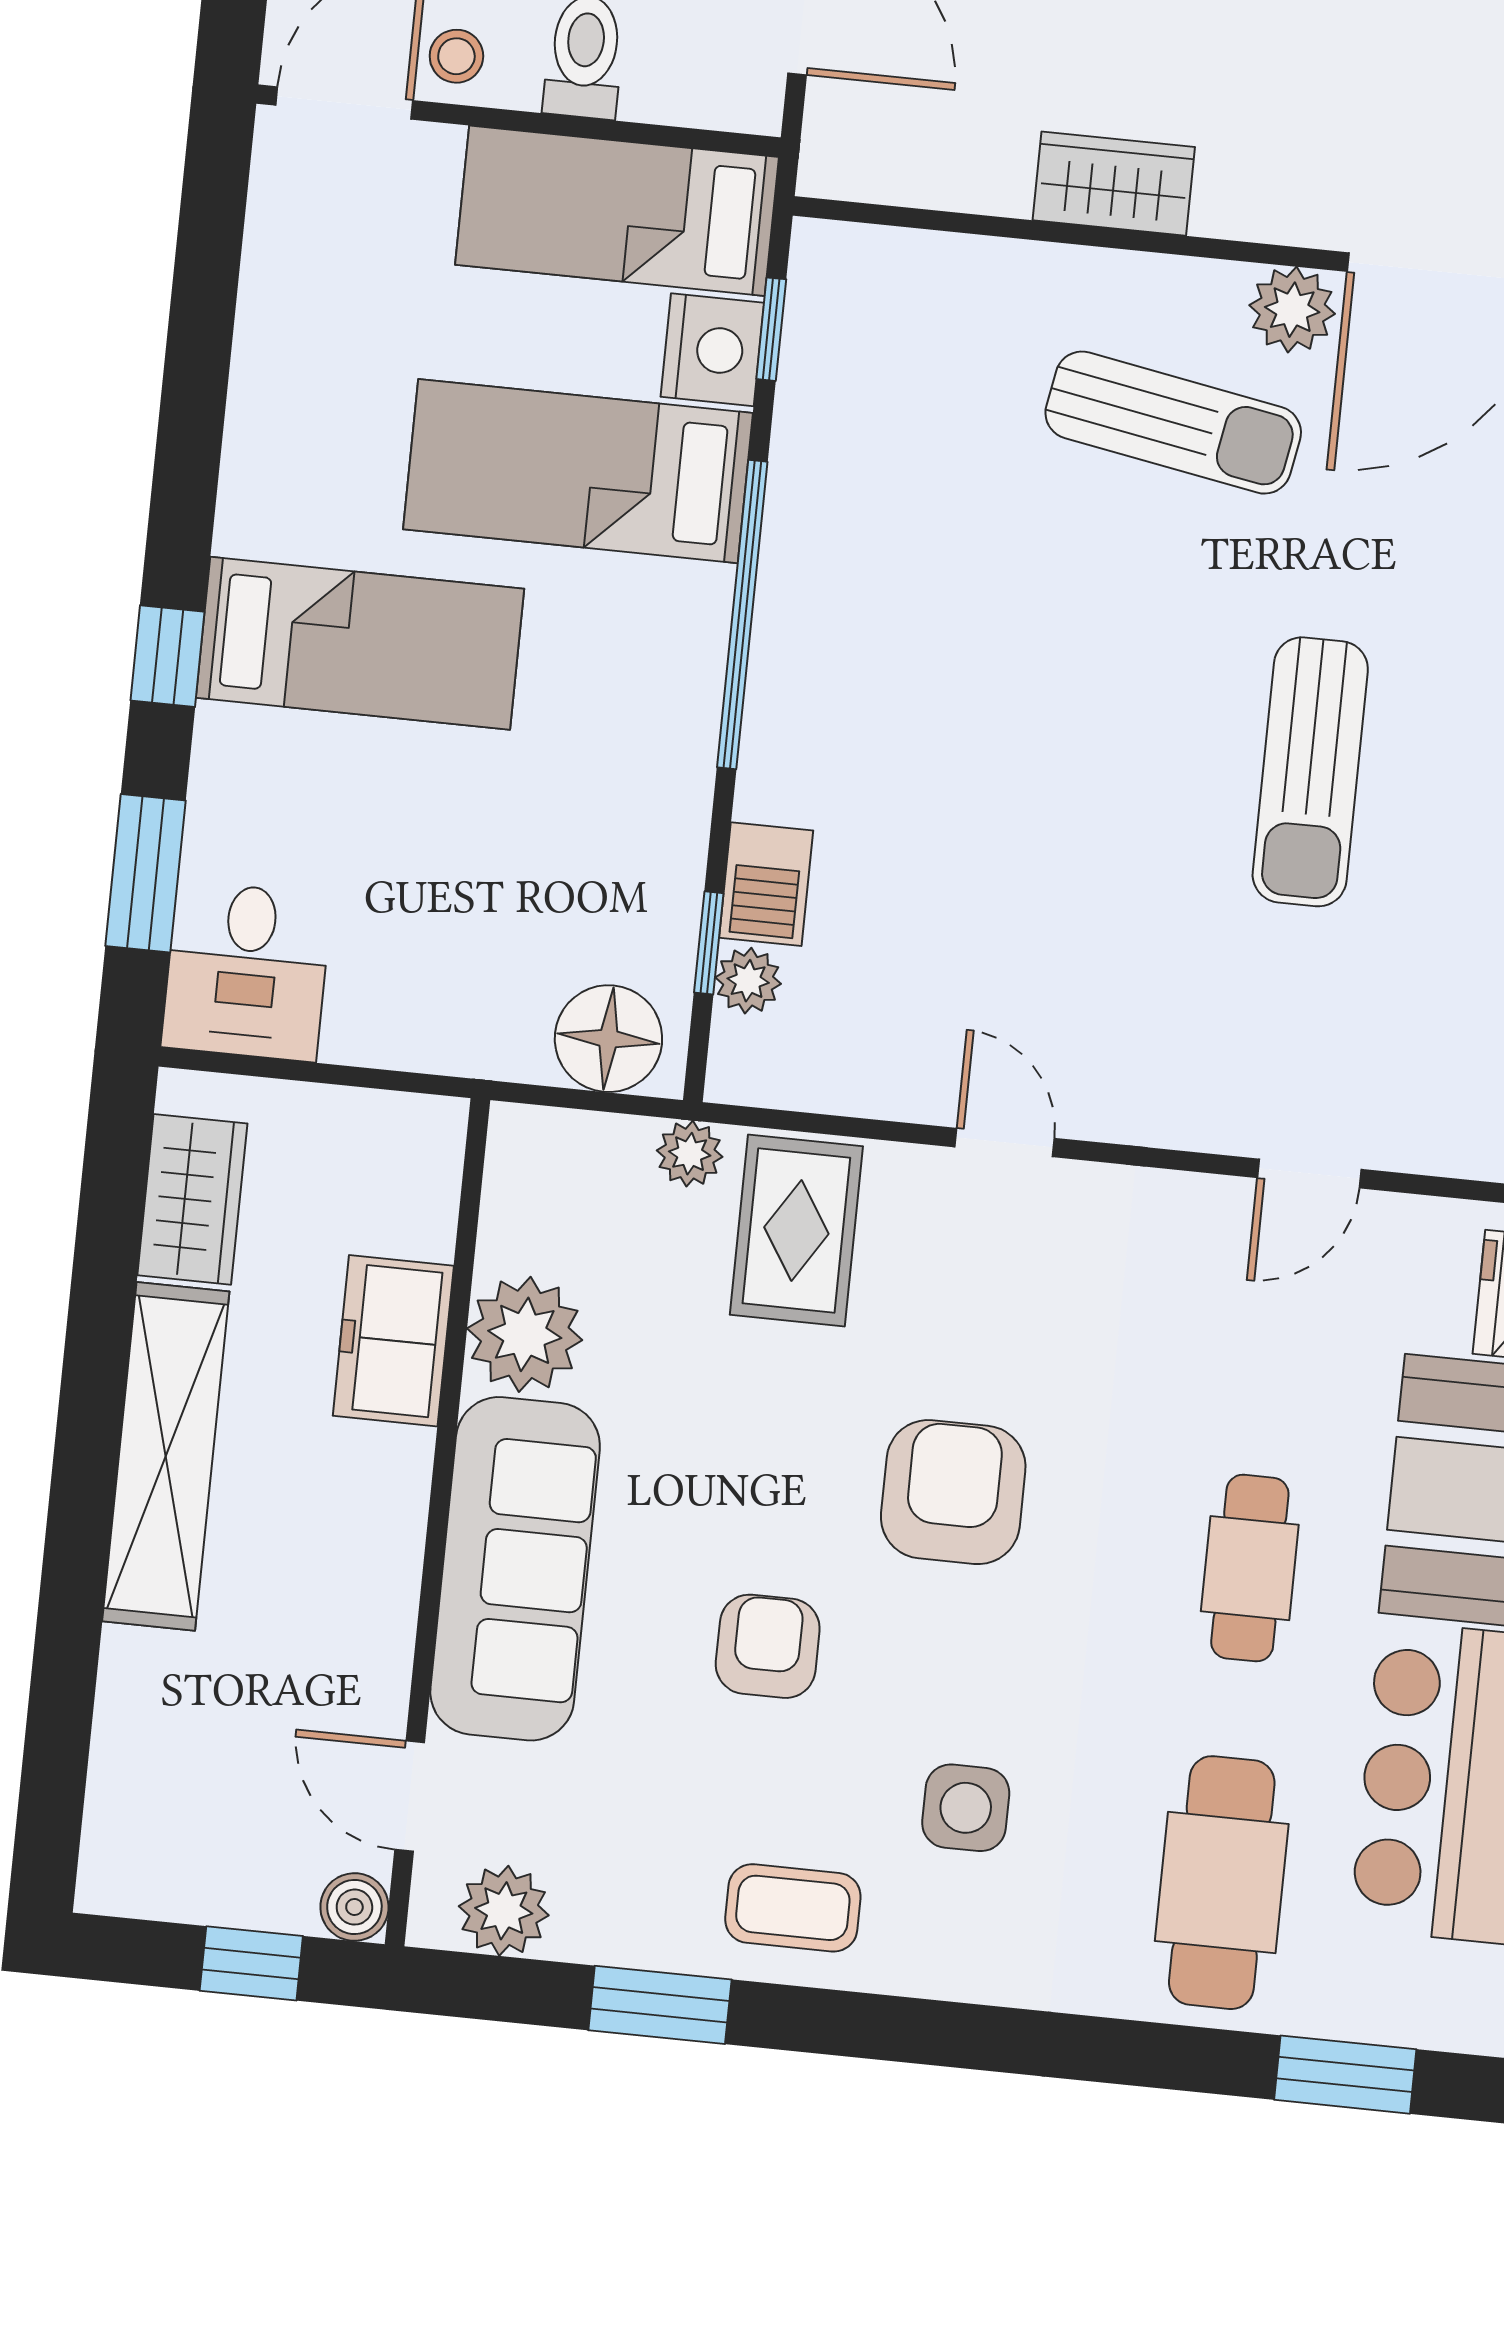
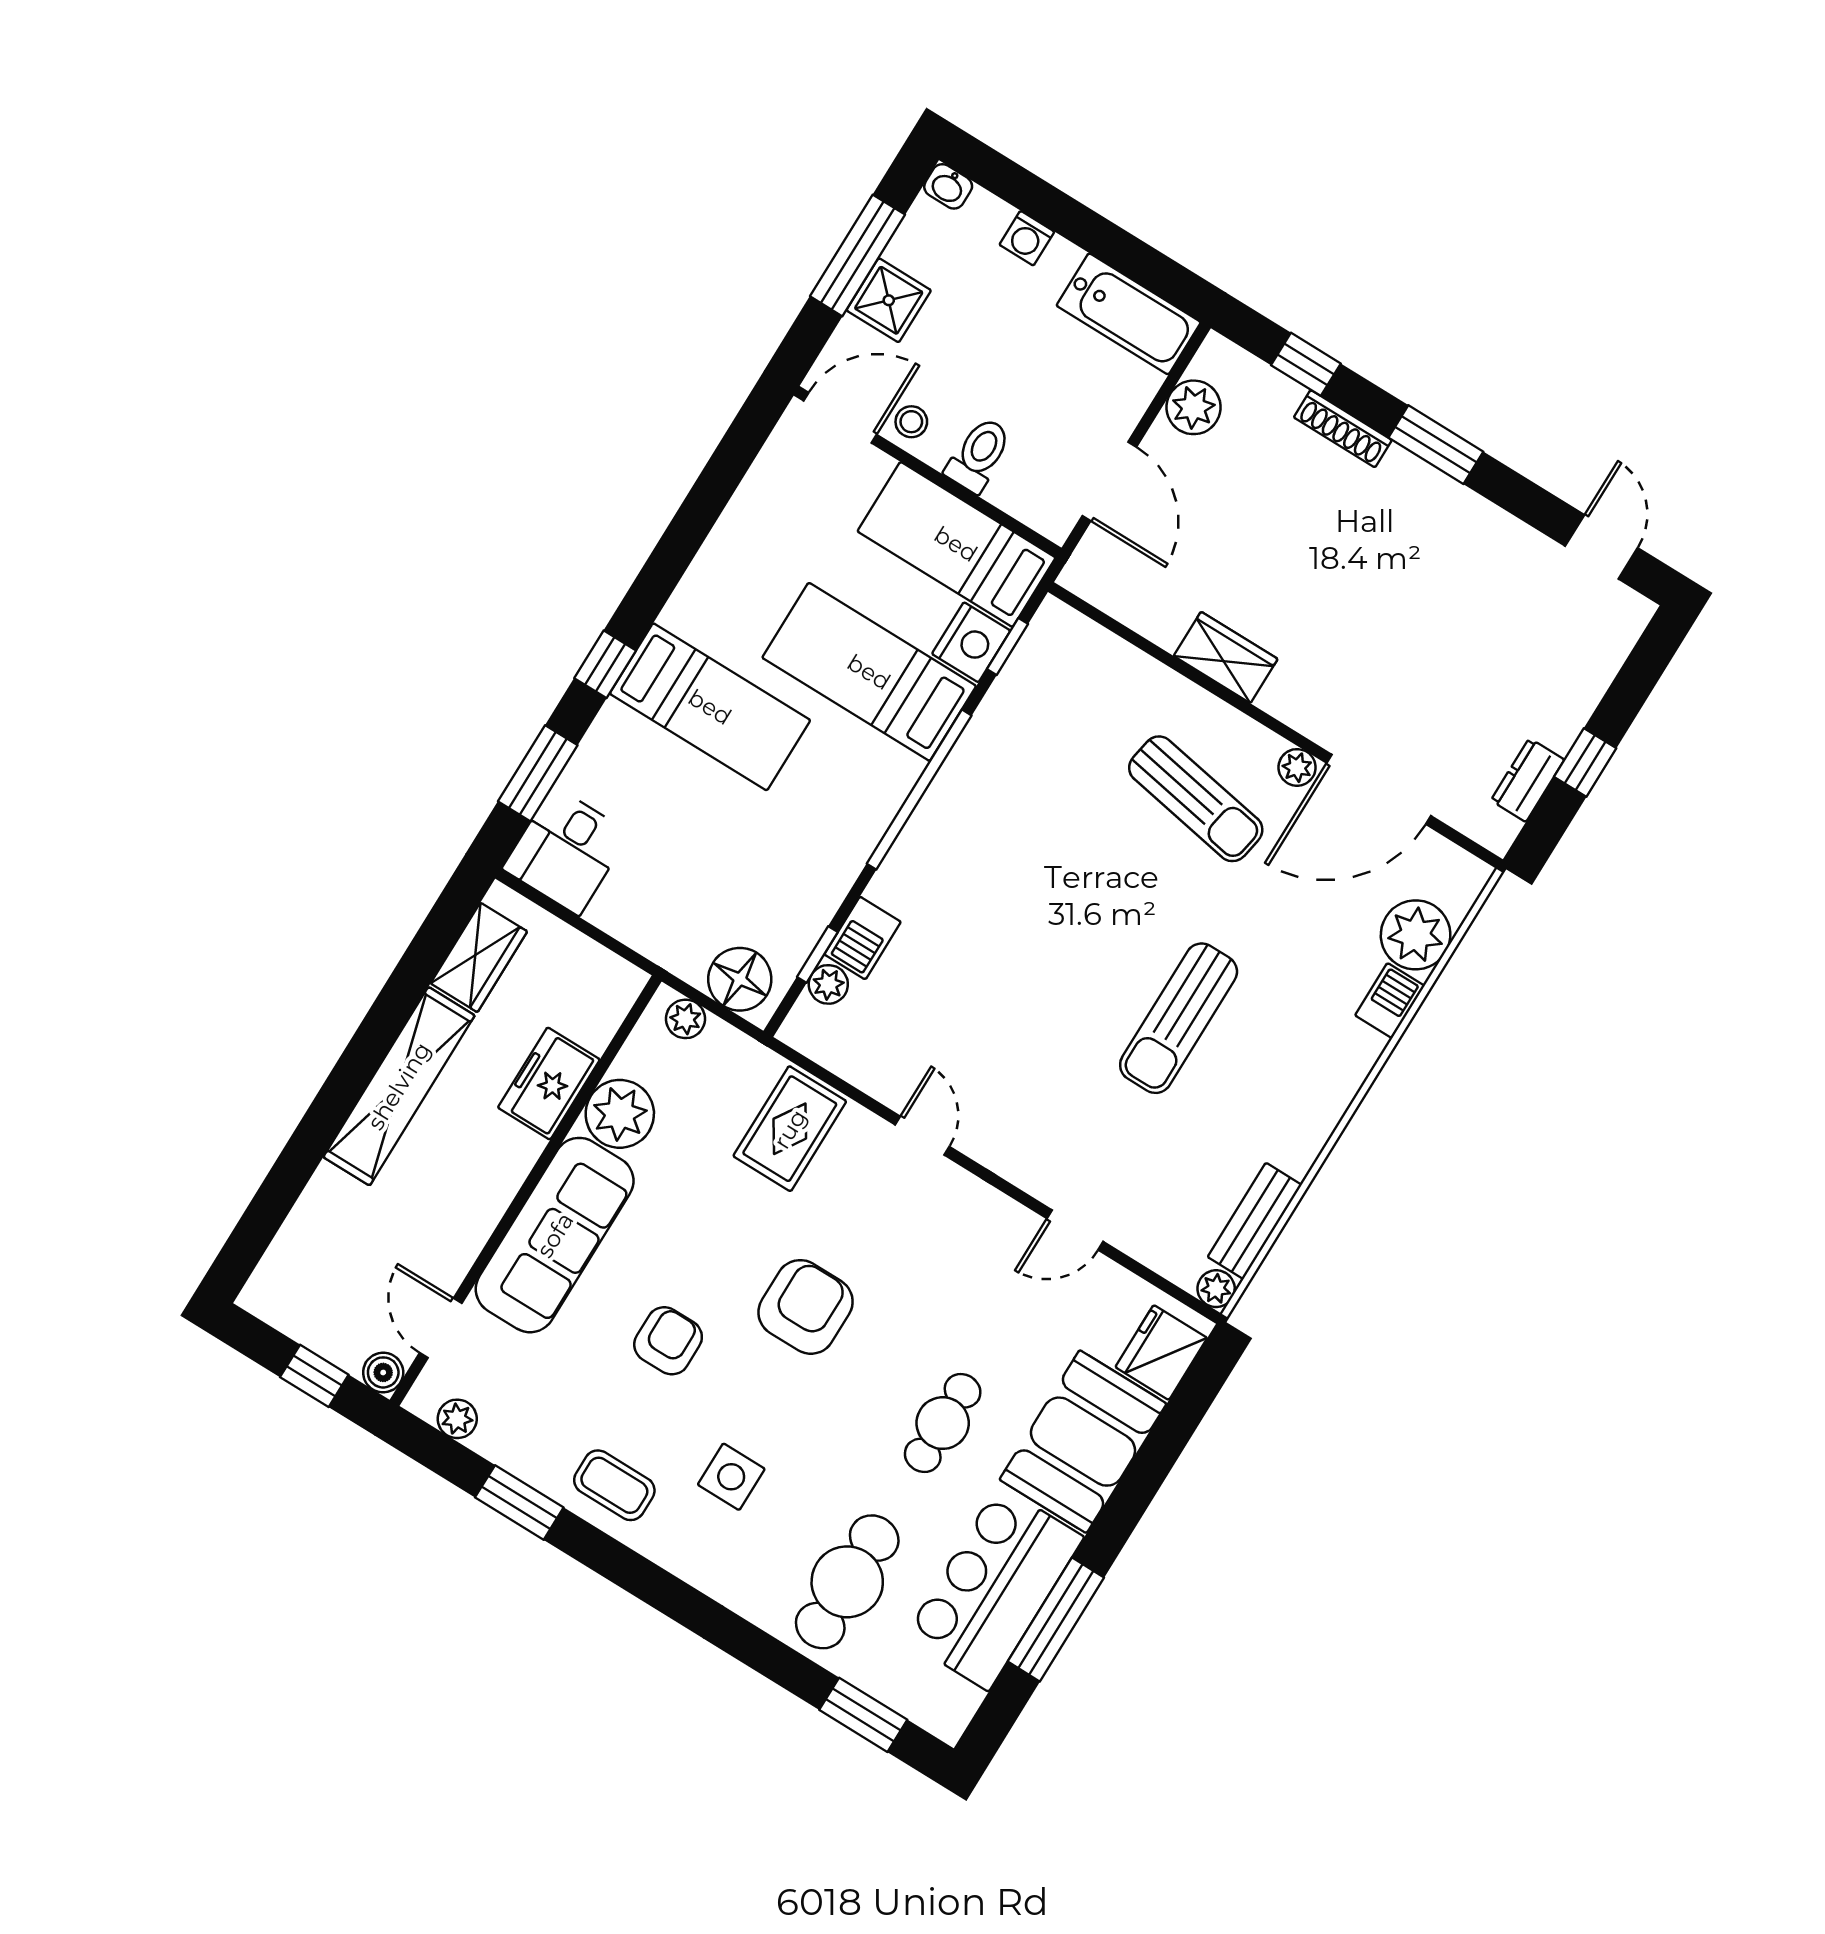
plant: (1292, 310) -> (1297, 767), width x0.73, depth x0.73
plant: (690, 1154) -> (685, 1019), moved
plant: (504, 1911) -> (457, 1419), width x0.73, depth x0.73

